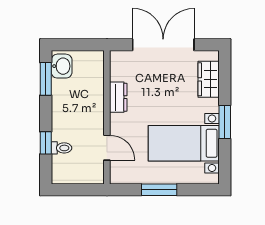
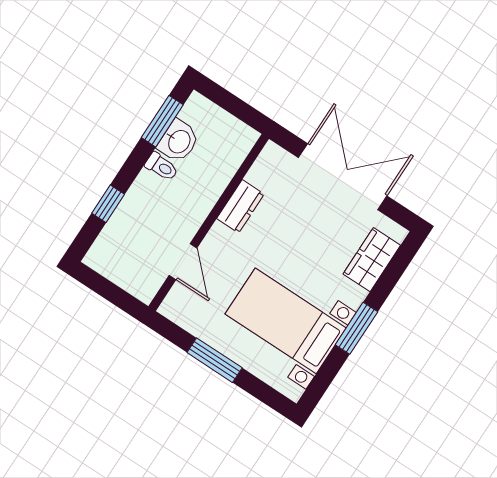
washbasin: (62, 66) -> (179, 141), moved
toilet: (61, 148) -> (162, 167), moved

